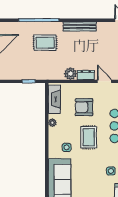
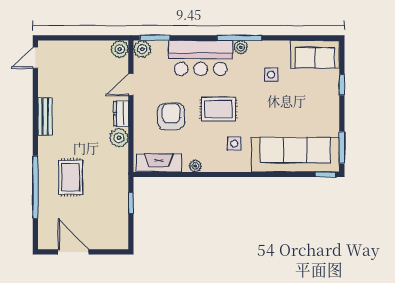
bench: (80, 26) -> (45, 116), width x0.73
armchair: (84, 107) -> (171, 116), turned 180

